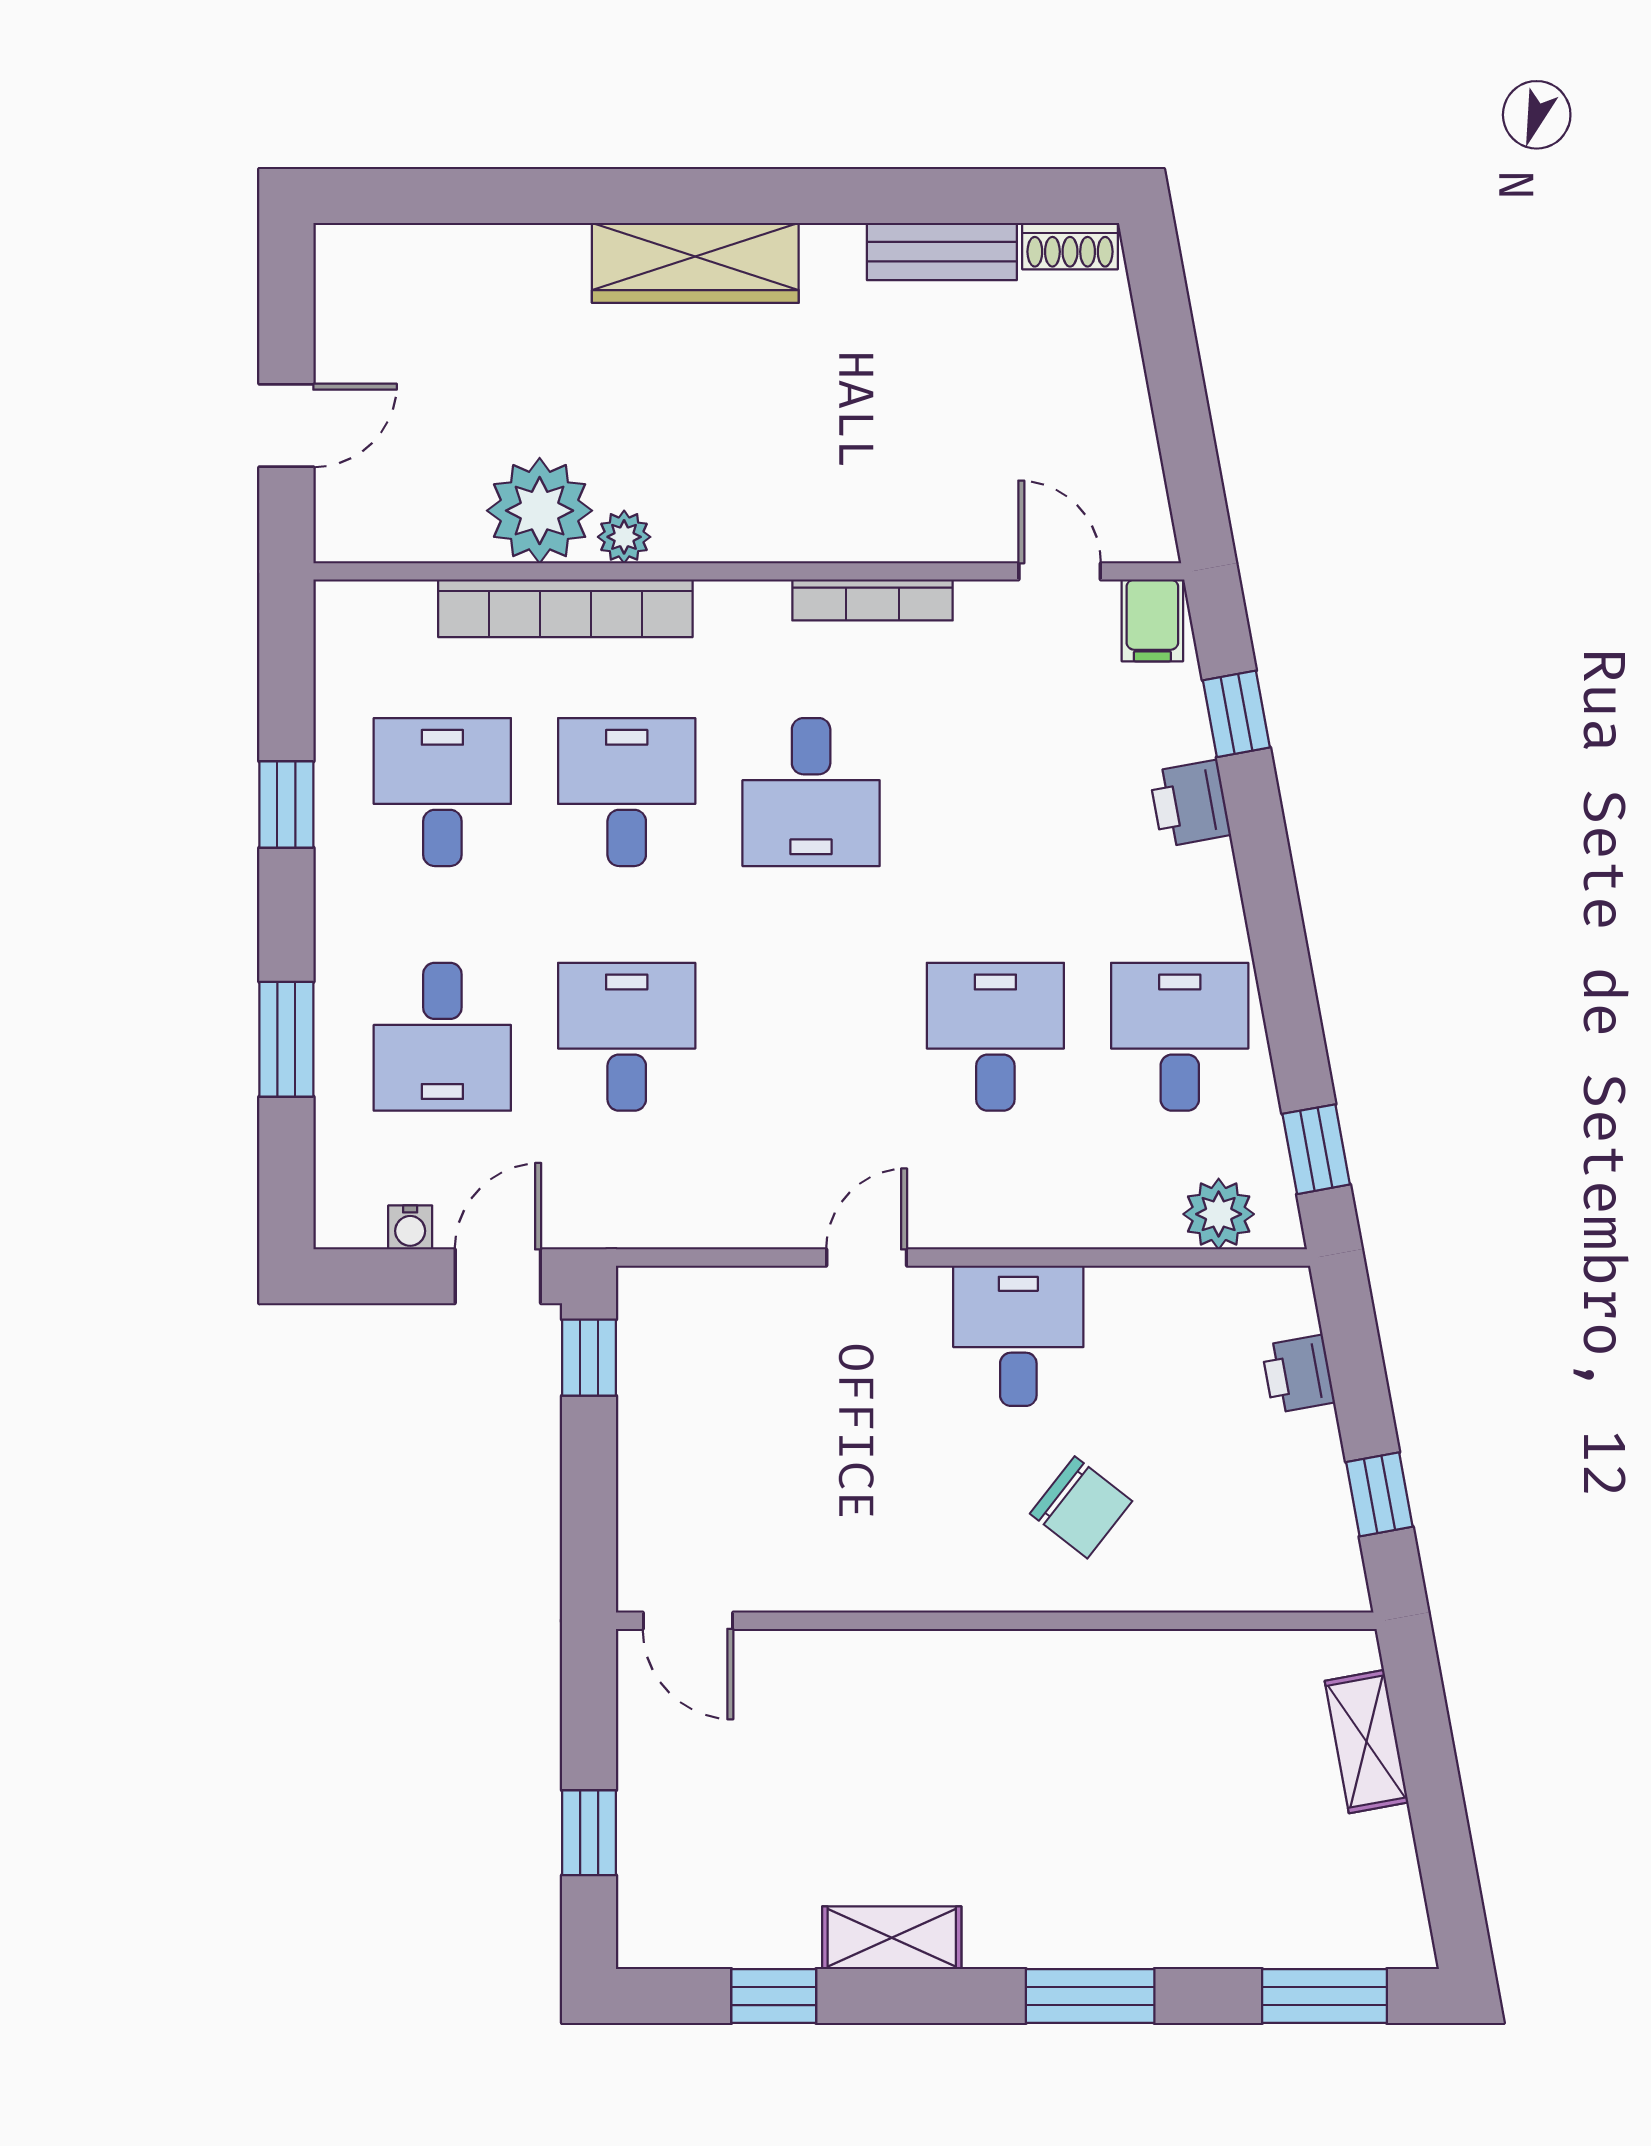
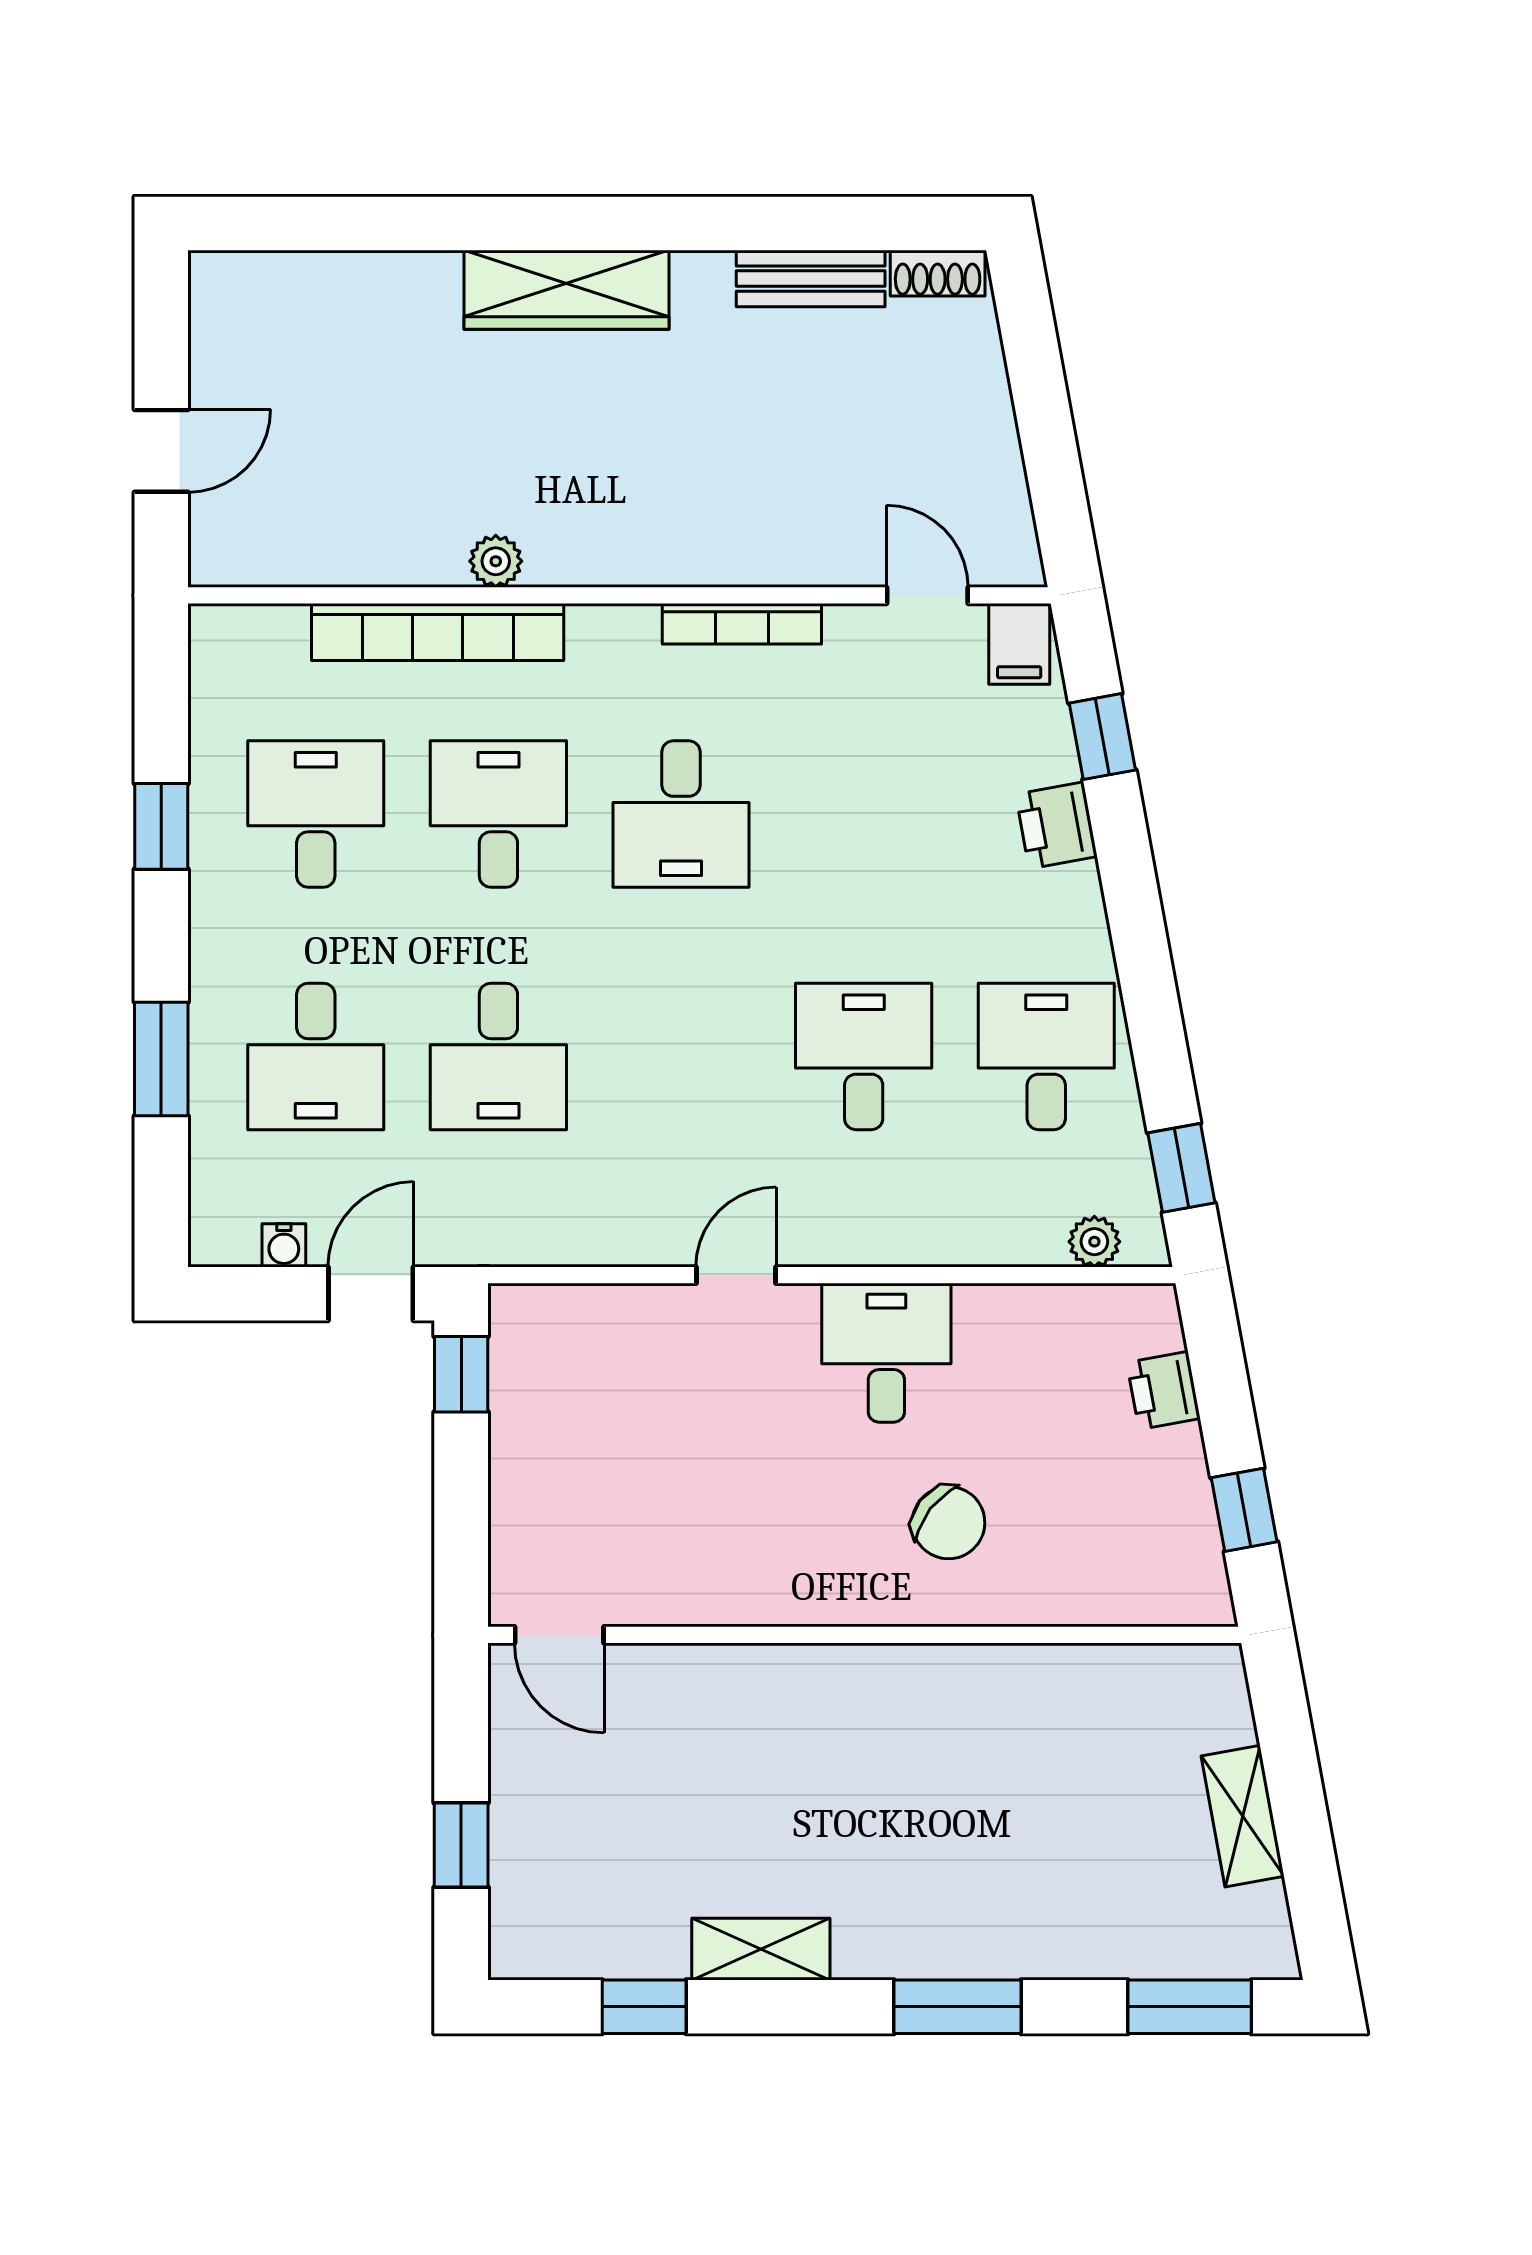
plant: (540, 511) -> (412, 535), removed
desk: (627, 1037) -> (498, 1056), turned 180
plant: (1219, 1214) -> (1094, 1242), width x0.73, depth x0.73
shelving: (1367, 1742) -> (1243, 1816), moved

